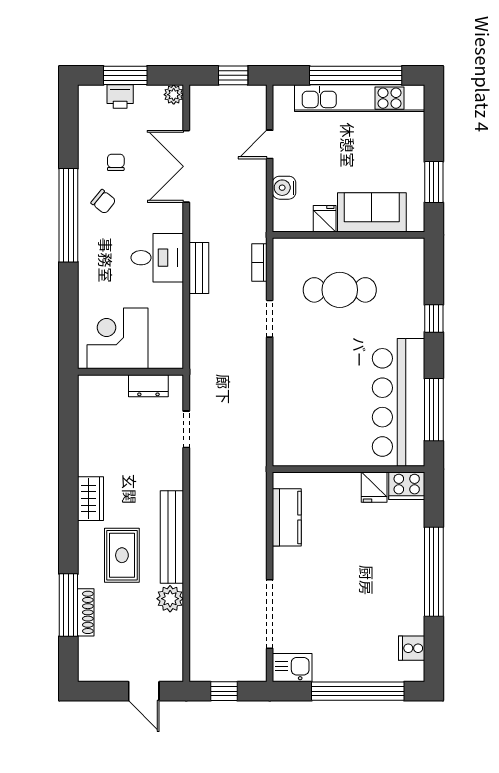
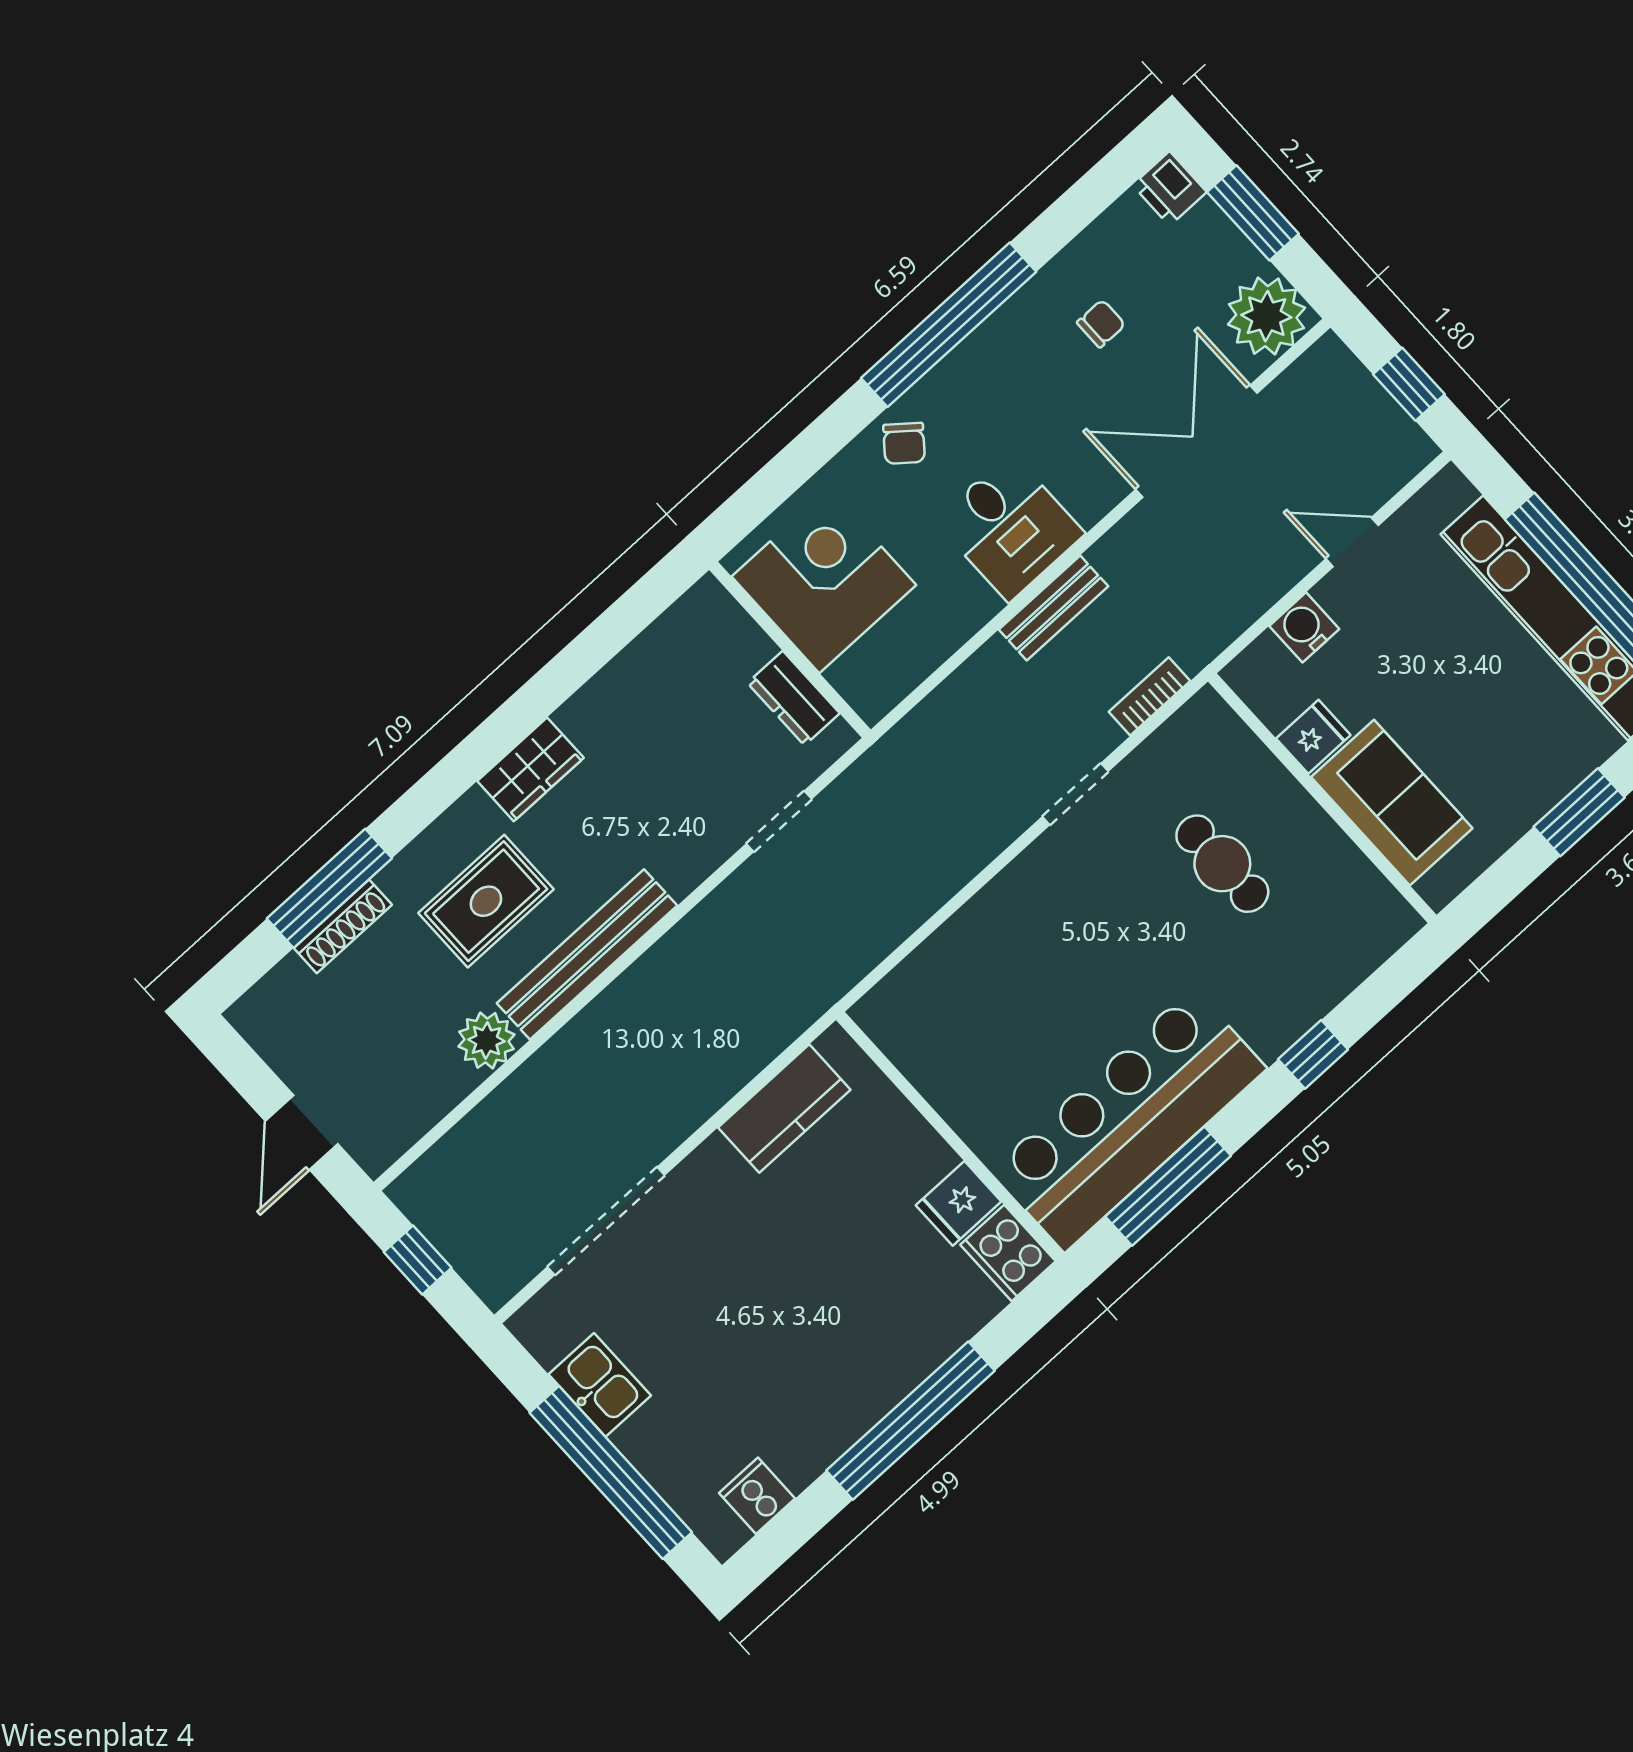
plant: (174, 95) -> (1266, 316), width x1.88, depth x1.88
printer: (120, 96) -> (1170, 188), moved
window: (434, 182) -> (1579, 812), moved
chair: (103, 202) -> (904, 443), moved
cafe table: (340, 290) -> (1222, 864), width x0.73, depth x0.74
kitchen sink: (292, 668) -> (600, 1385), moved

